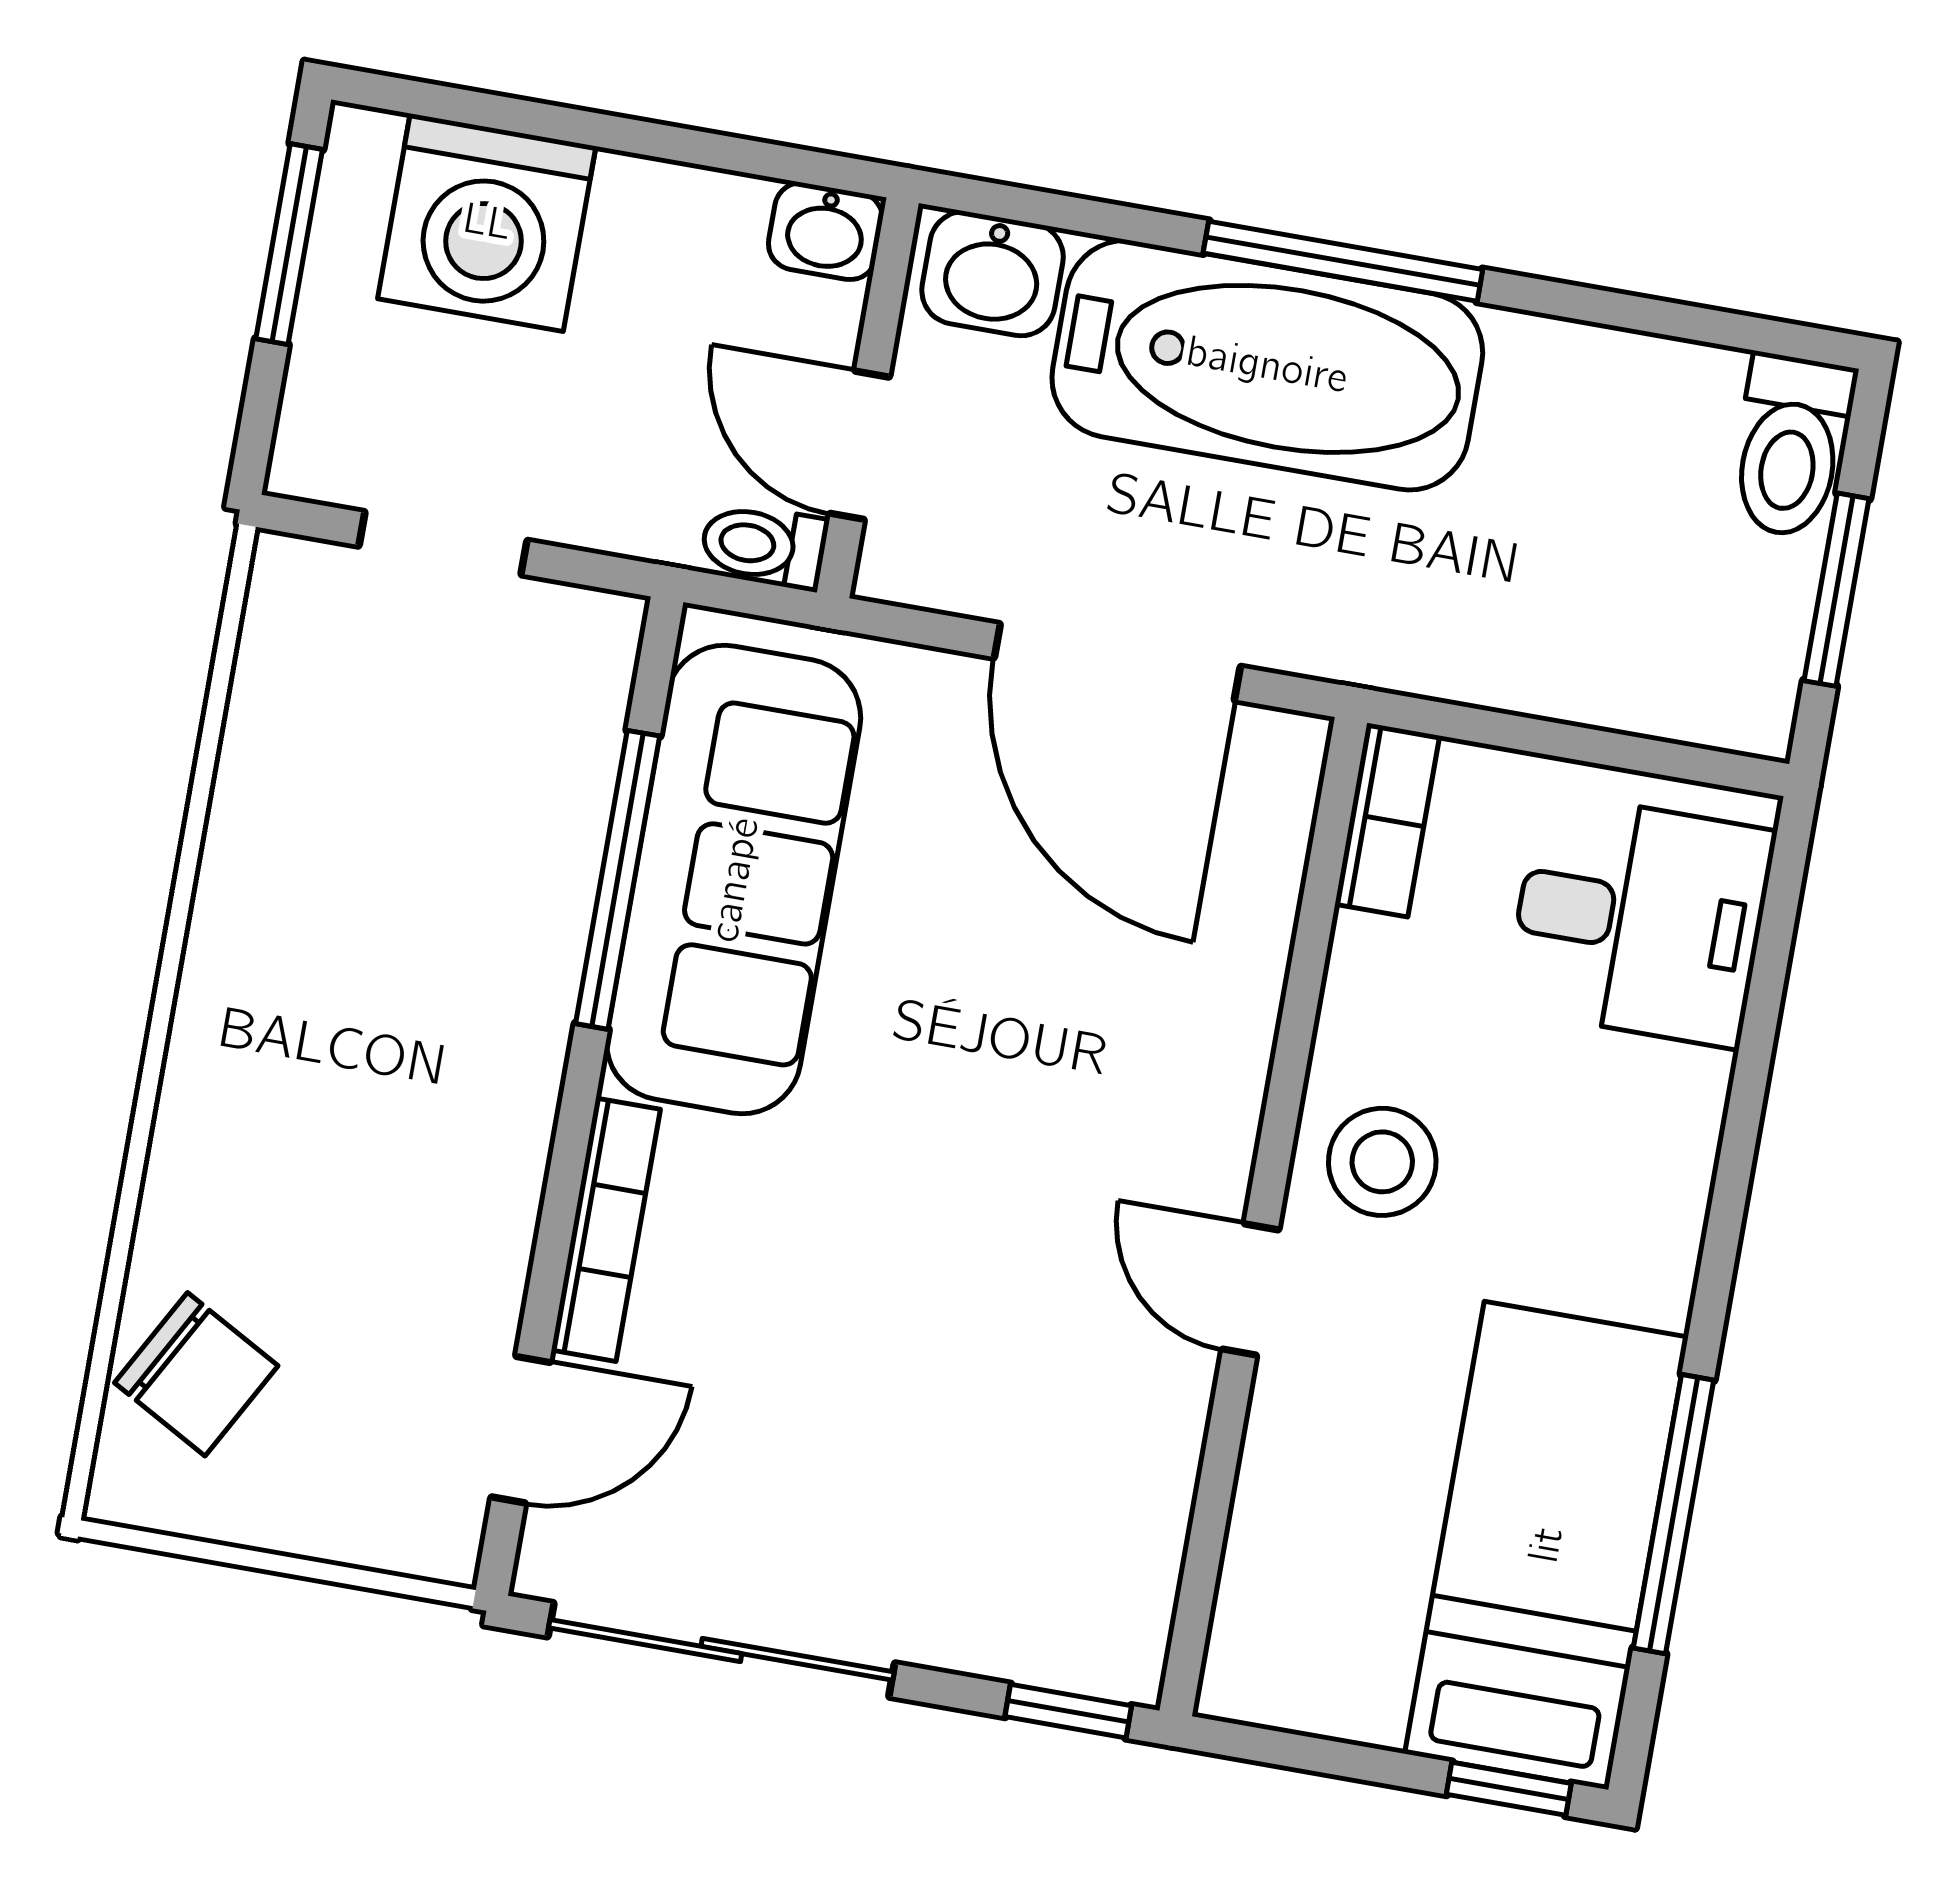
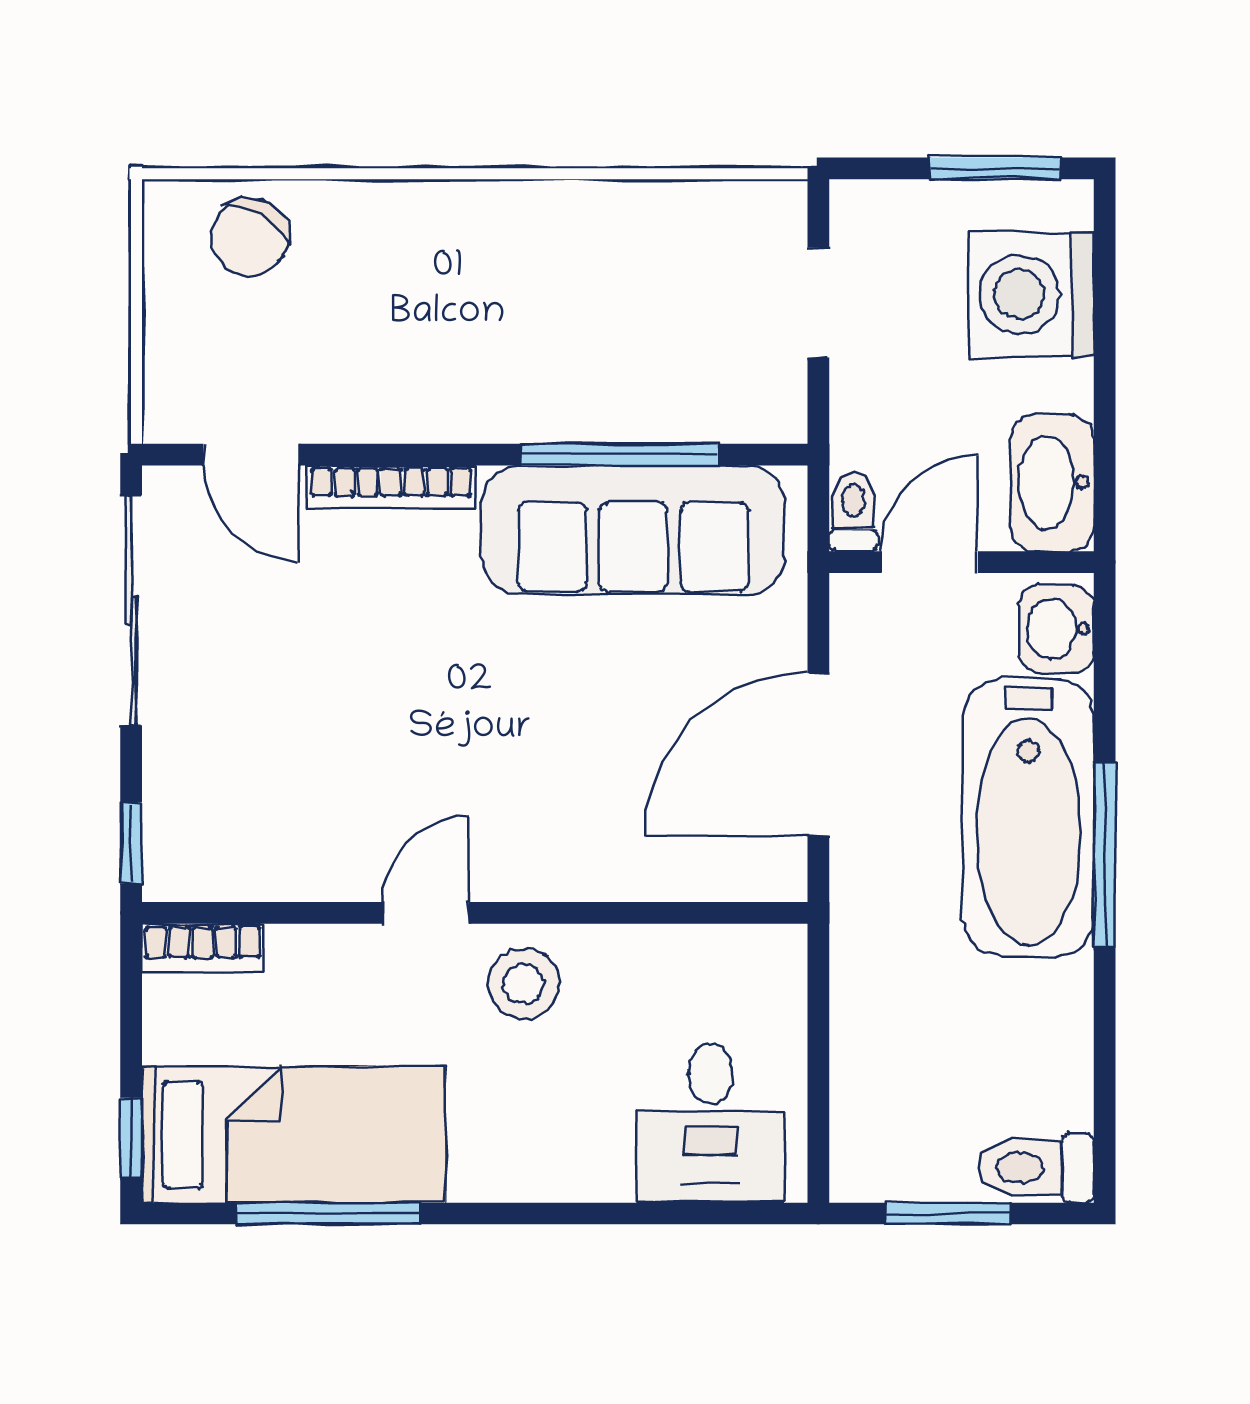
washbasin: (826, 231) -> (1052, 483), width x1.91, depth x1.45
bookcase: (1387, 820) -> (203, 948), moved

